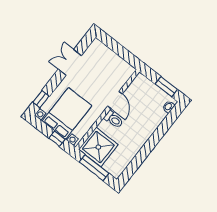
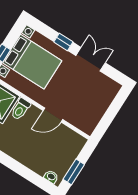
window: (41, 99) -> (63, 42), moved
toilet: (114, 119) -> (20, 109), moved

